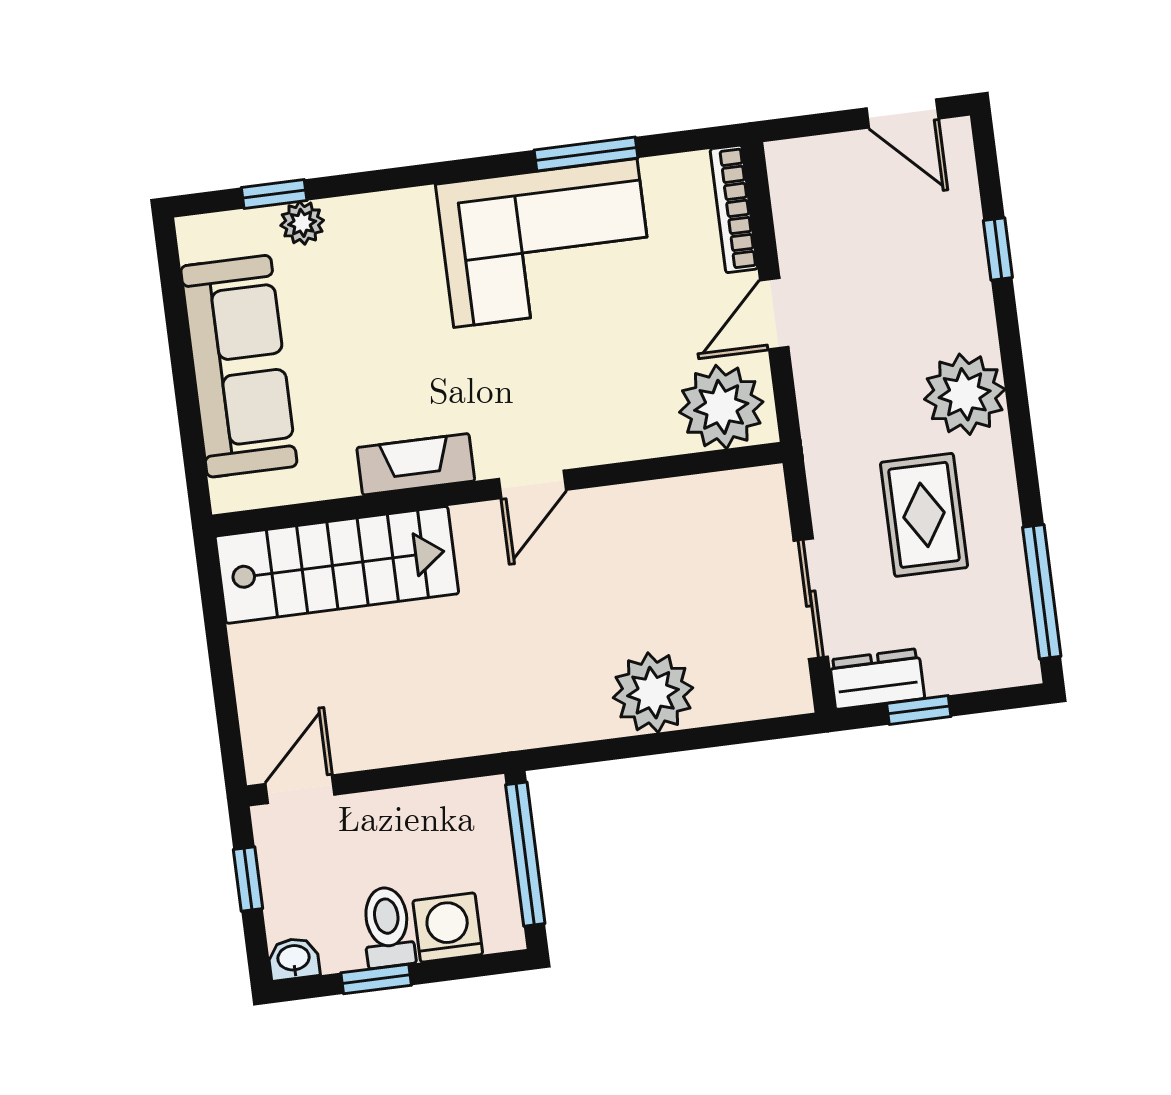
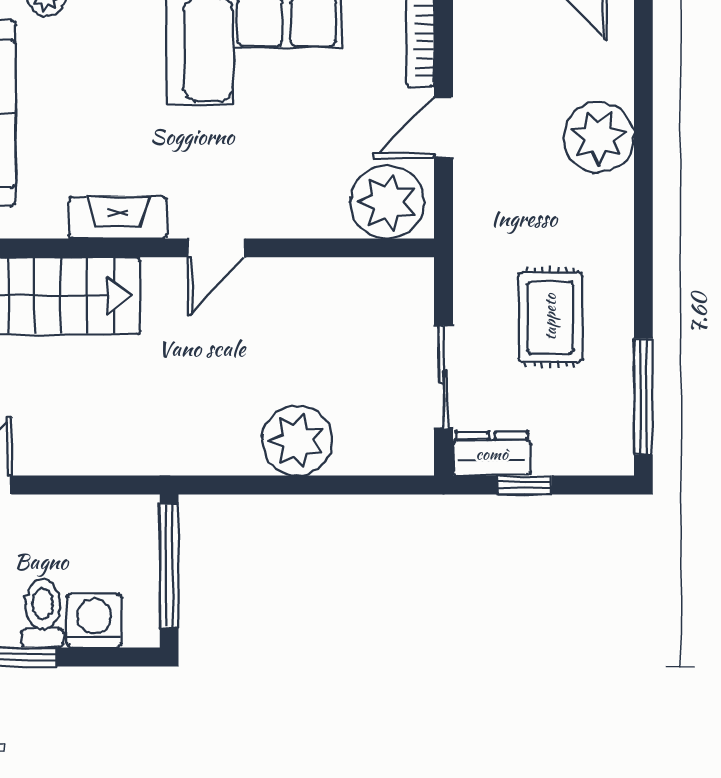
window: (998, 249) -> (643, 96), removed
plant: (965, 394) -> (599, 137), moved

